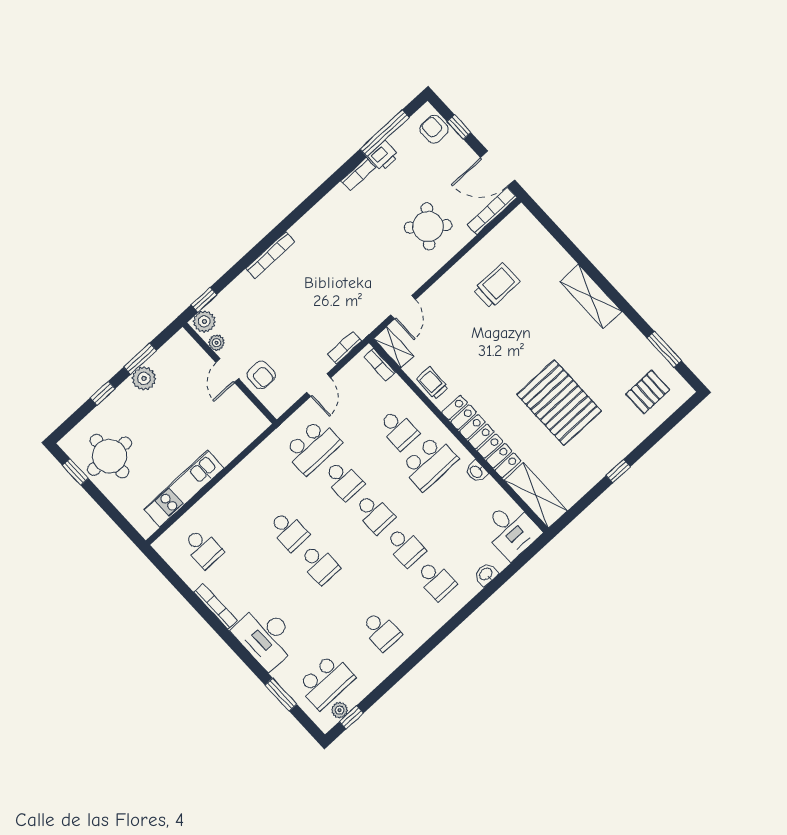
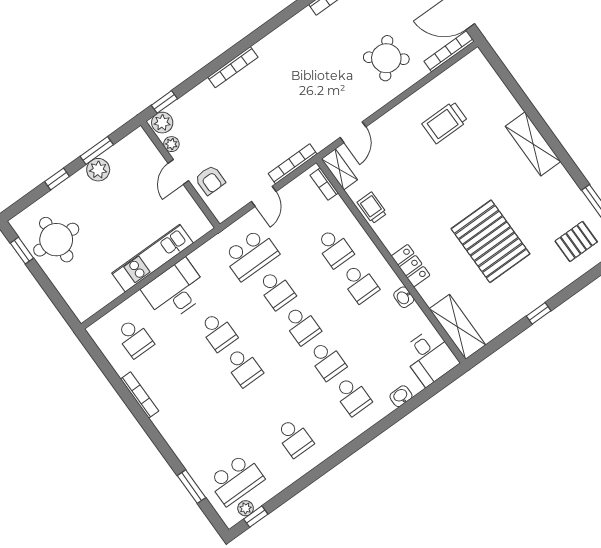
trolley: (497, 285) -> (445, 122), turned 180
bookcase: (345, 348) -> (293, 164), width x1.56
locker: (481, 436) -> (411, 266), width x0.46, depth x0.83
school desk: (429, 463) -> (360, 283), width x0.54
kitchen unit: (184, 489) -> (152, 258), moved
desk: (266, 637) -> (175, 291), moved, turned 90

